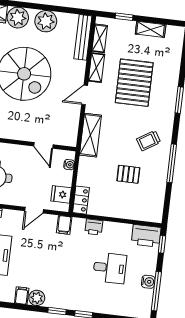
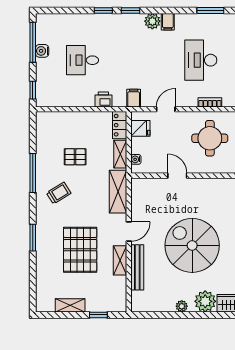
plant: (46, 21) -> (182, 306), width x0.53, depth x0.53
bench: (83, 37) -> (137, 267), moved
shelving: (100, 38) -> (120, 154), moved
door: (43, 145) -> (177, 176), moved
printer: (146, 236) -> (50, 97), removed

